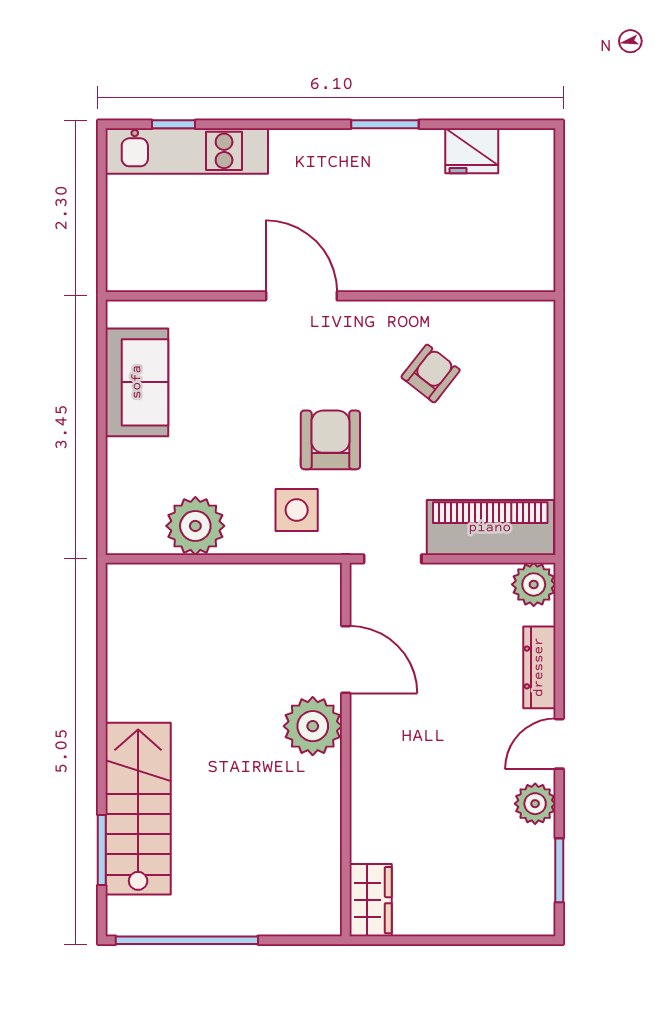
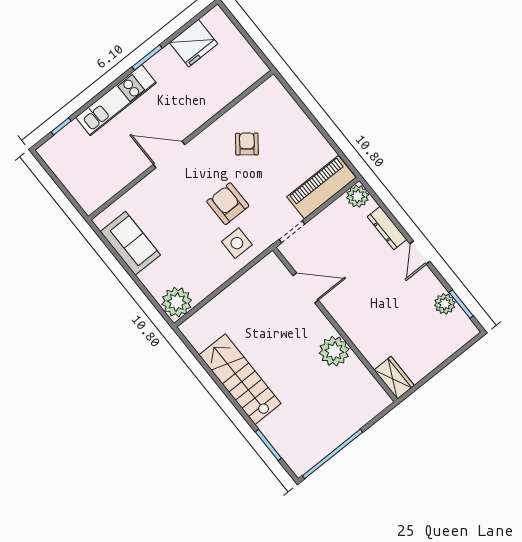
kitchen unit: (187, 151) -> (116, 100), moved
fridge: (472, 151) -> (194, 43), width x1.36, depth x1.34
plant: (195, 526) -> (177, 302), moved
plant: (313, 726) -> (334, 351), moved
plant: (535, 804) -> (445, 304), moved
stairs: (138, 809) -> (240, 379), moved

